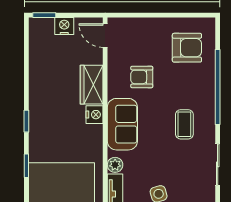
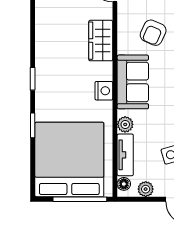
armchair: (142, 77) -> (153, 33), turned -66
nightstand: (95, 115) -> (104, 91), moved

